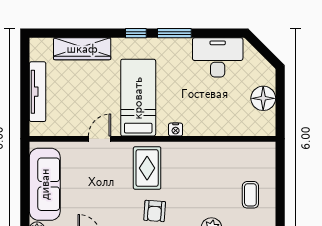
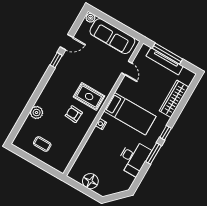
desk: (218, 57) -> (133, 158), moved
window: (25, 94) -> (167, 54), added
door: (100, 139) -> (127, 68), moved
armchair: (155, 211) -> (74, 114), moved

